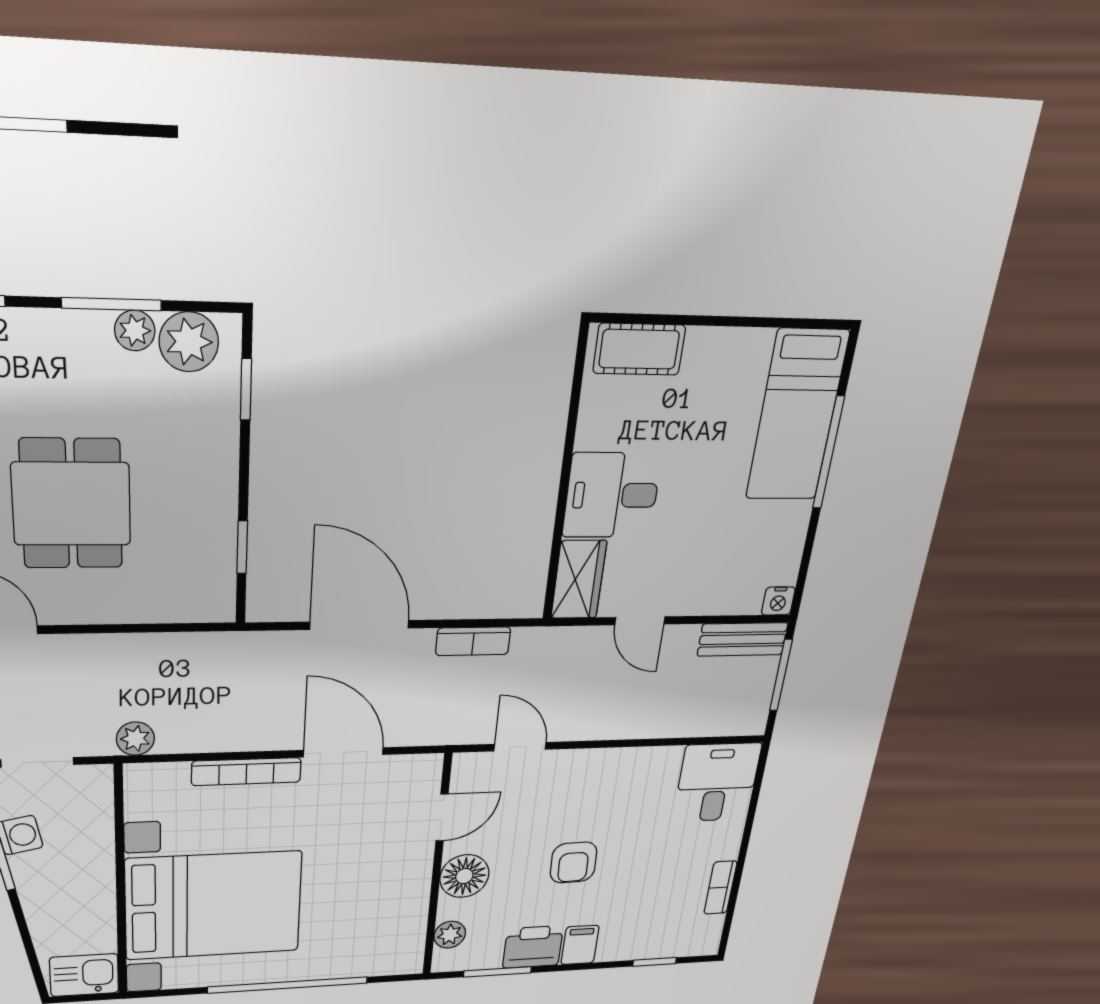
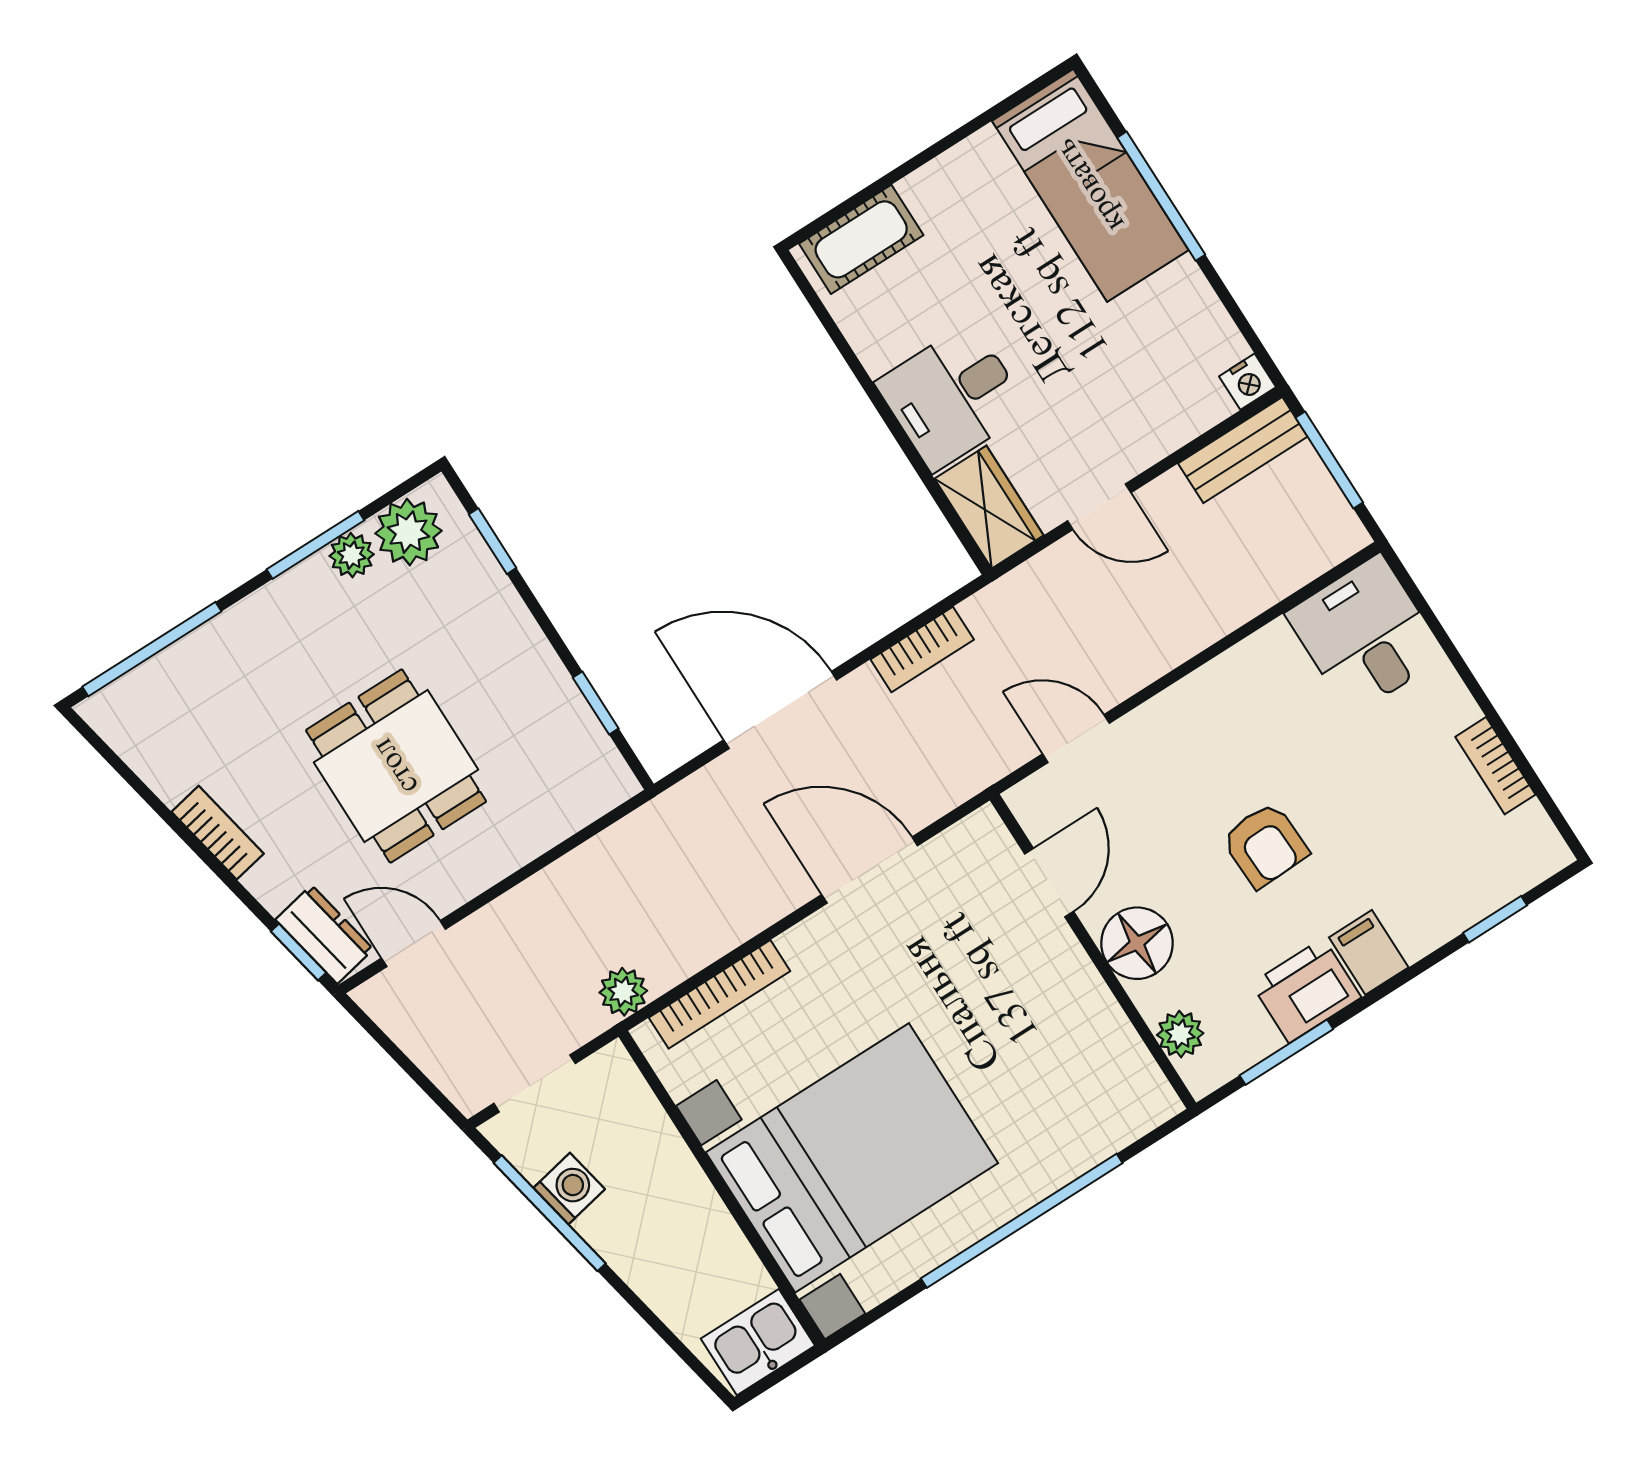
bookcase: (246, 772) -> (720, 994), moved

